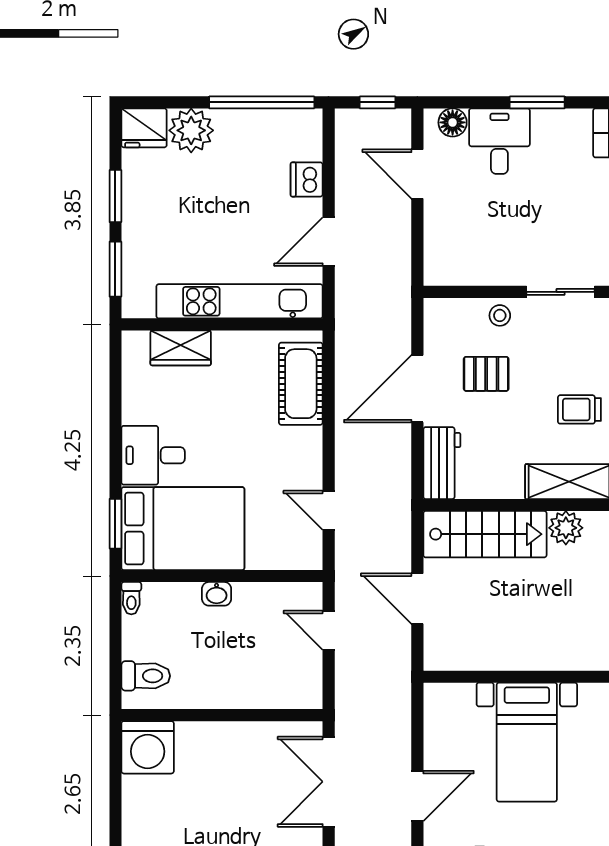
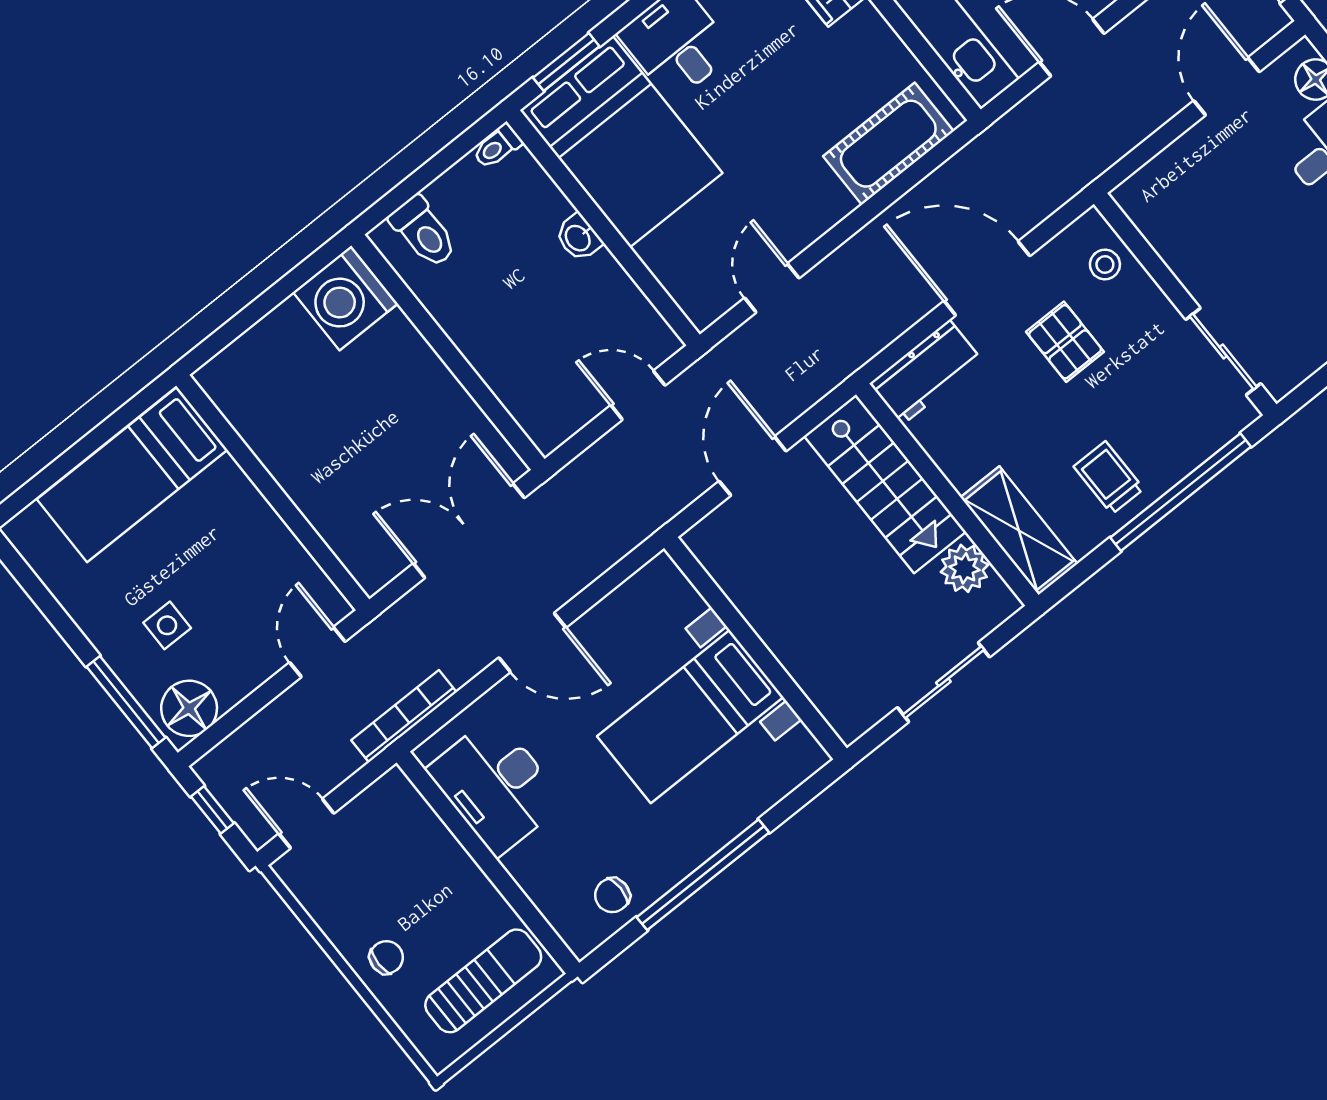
stool: (500, 315) -> (1105, 265), moved
door: (329, 630) -> (638, 395), hinge flipped

